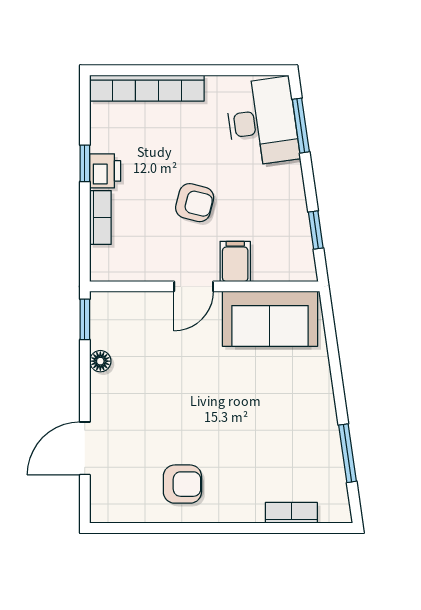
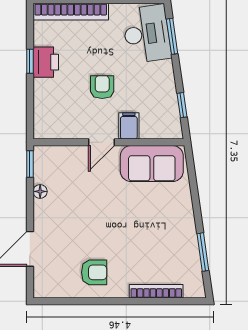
printer: (105, 171) -> (46, 62), width x1.36, depth x1.24
armchair: (195, 203) -> (102, 87), turned -104
bookcase: (100, 217) -> (40, 97), removed
bookcase: (291, 513) -> (156, 291), width x1.56

